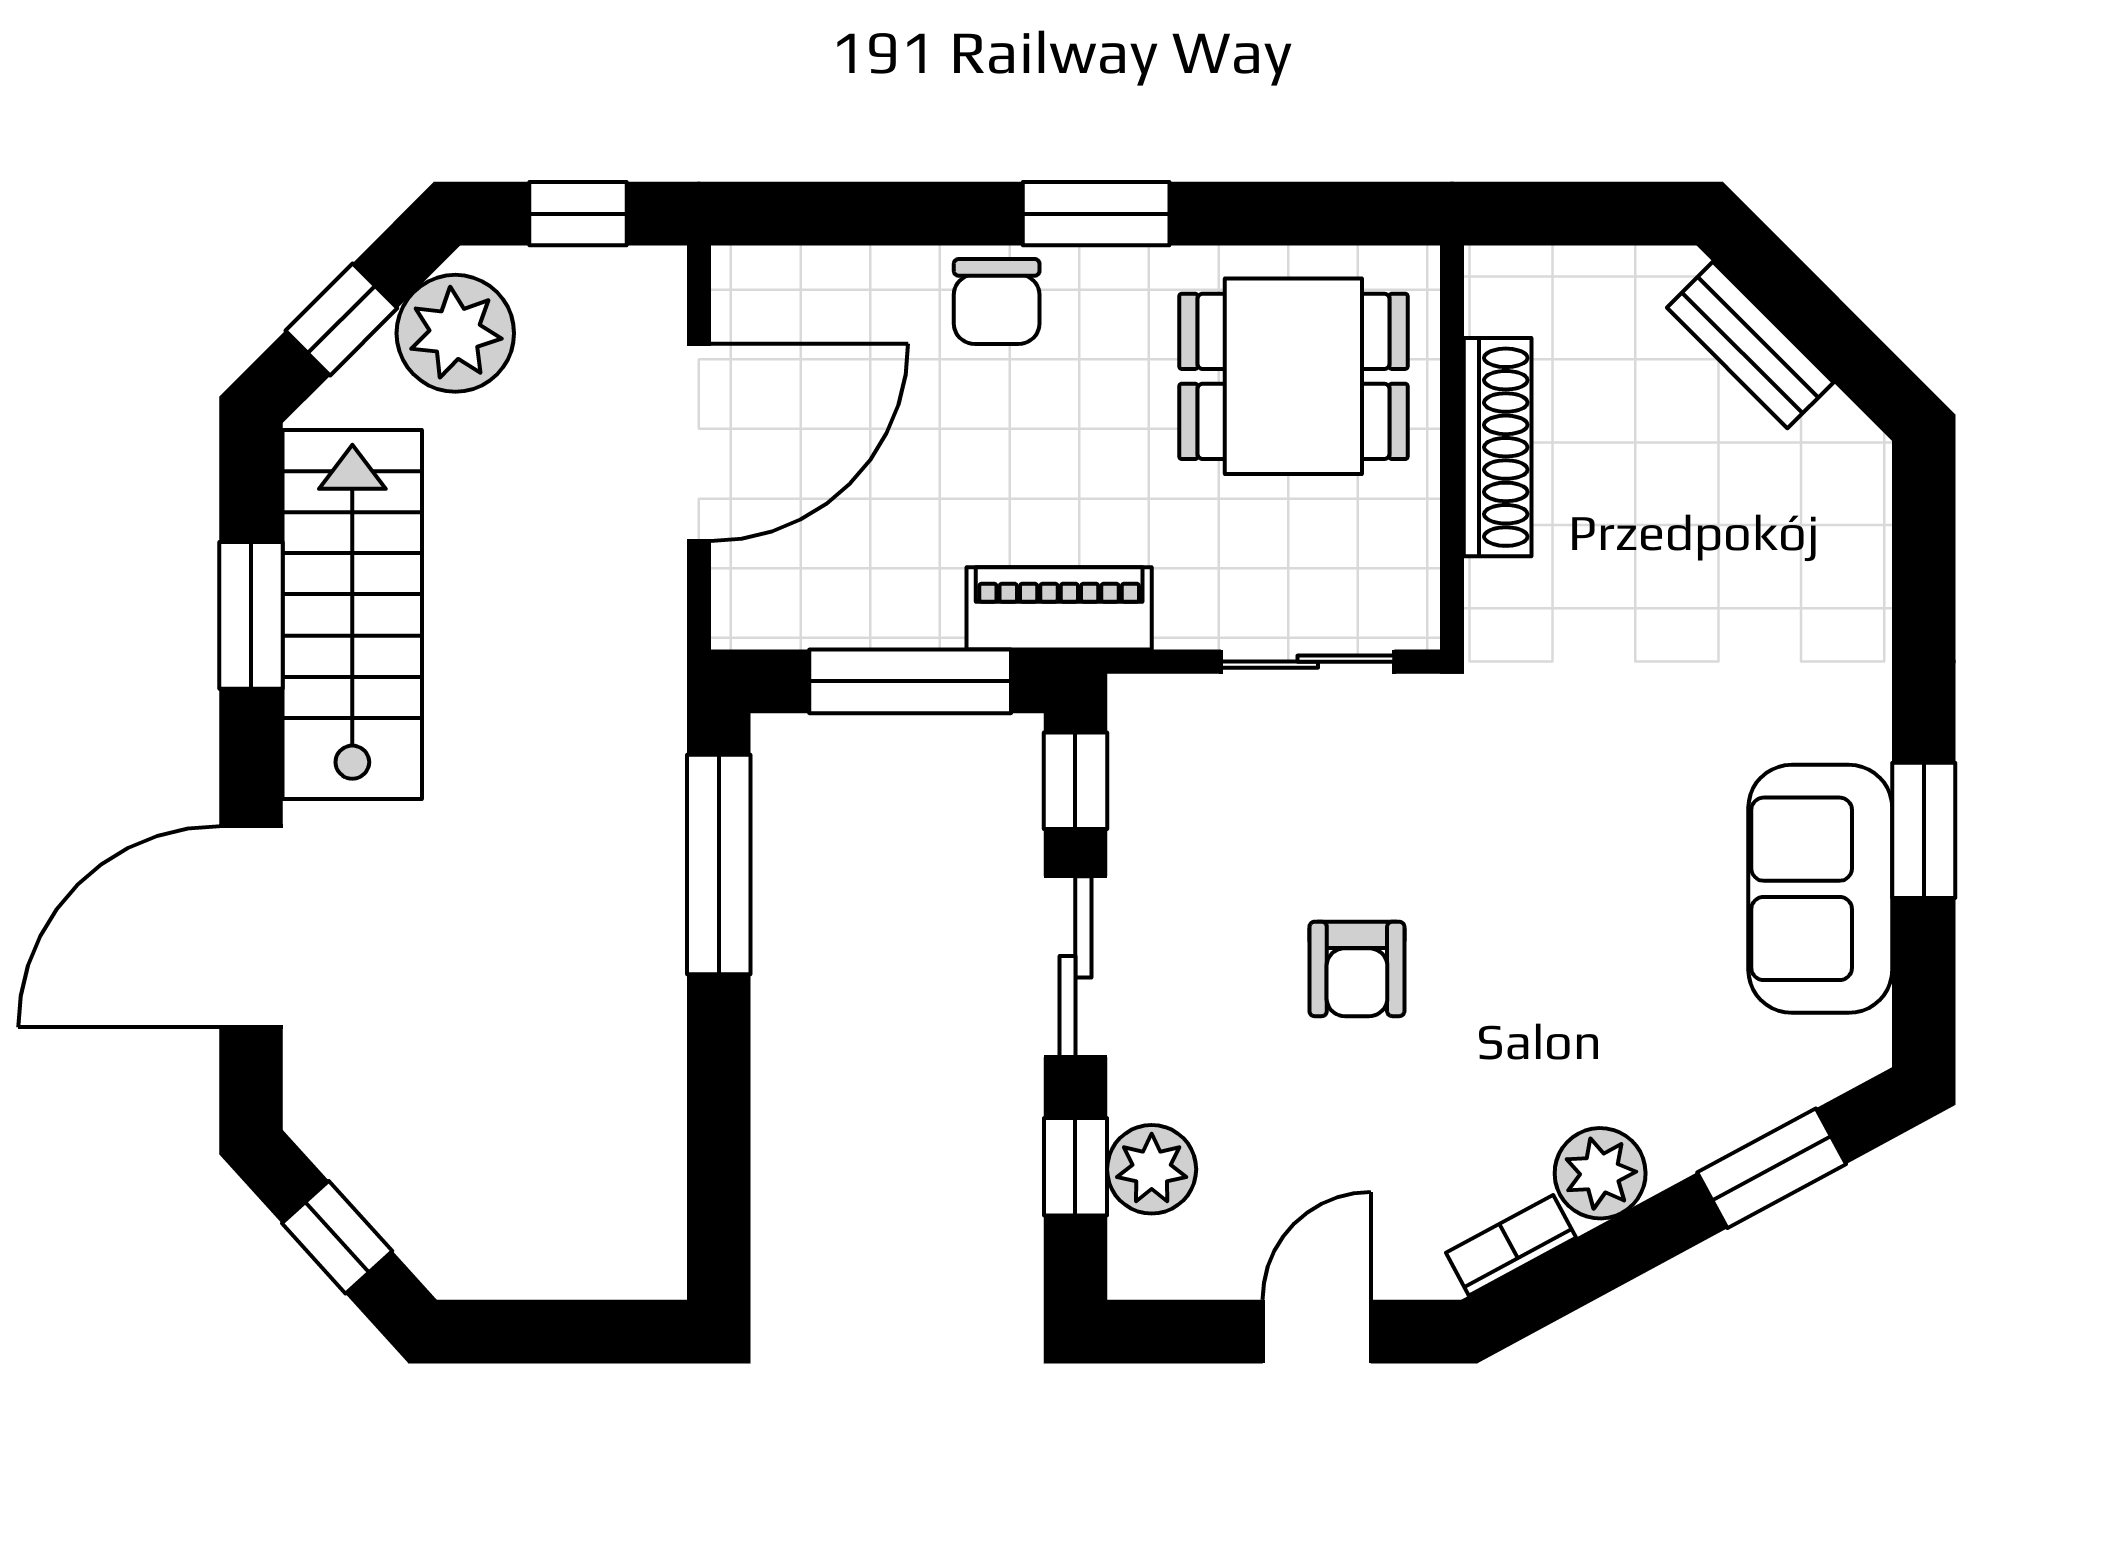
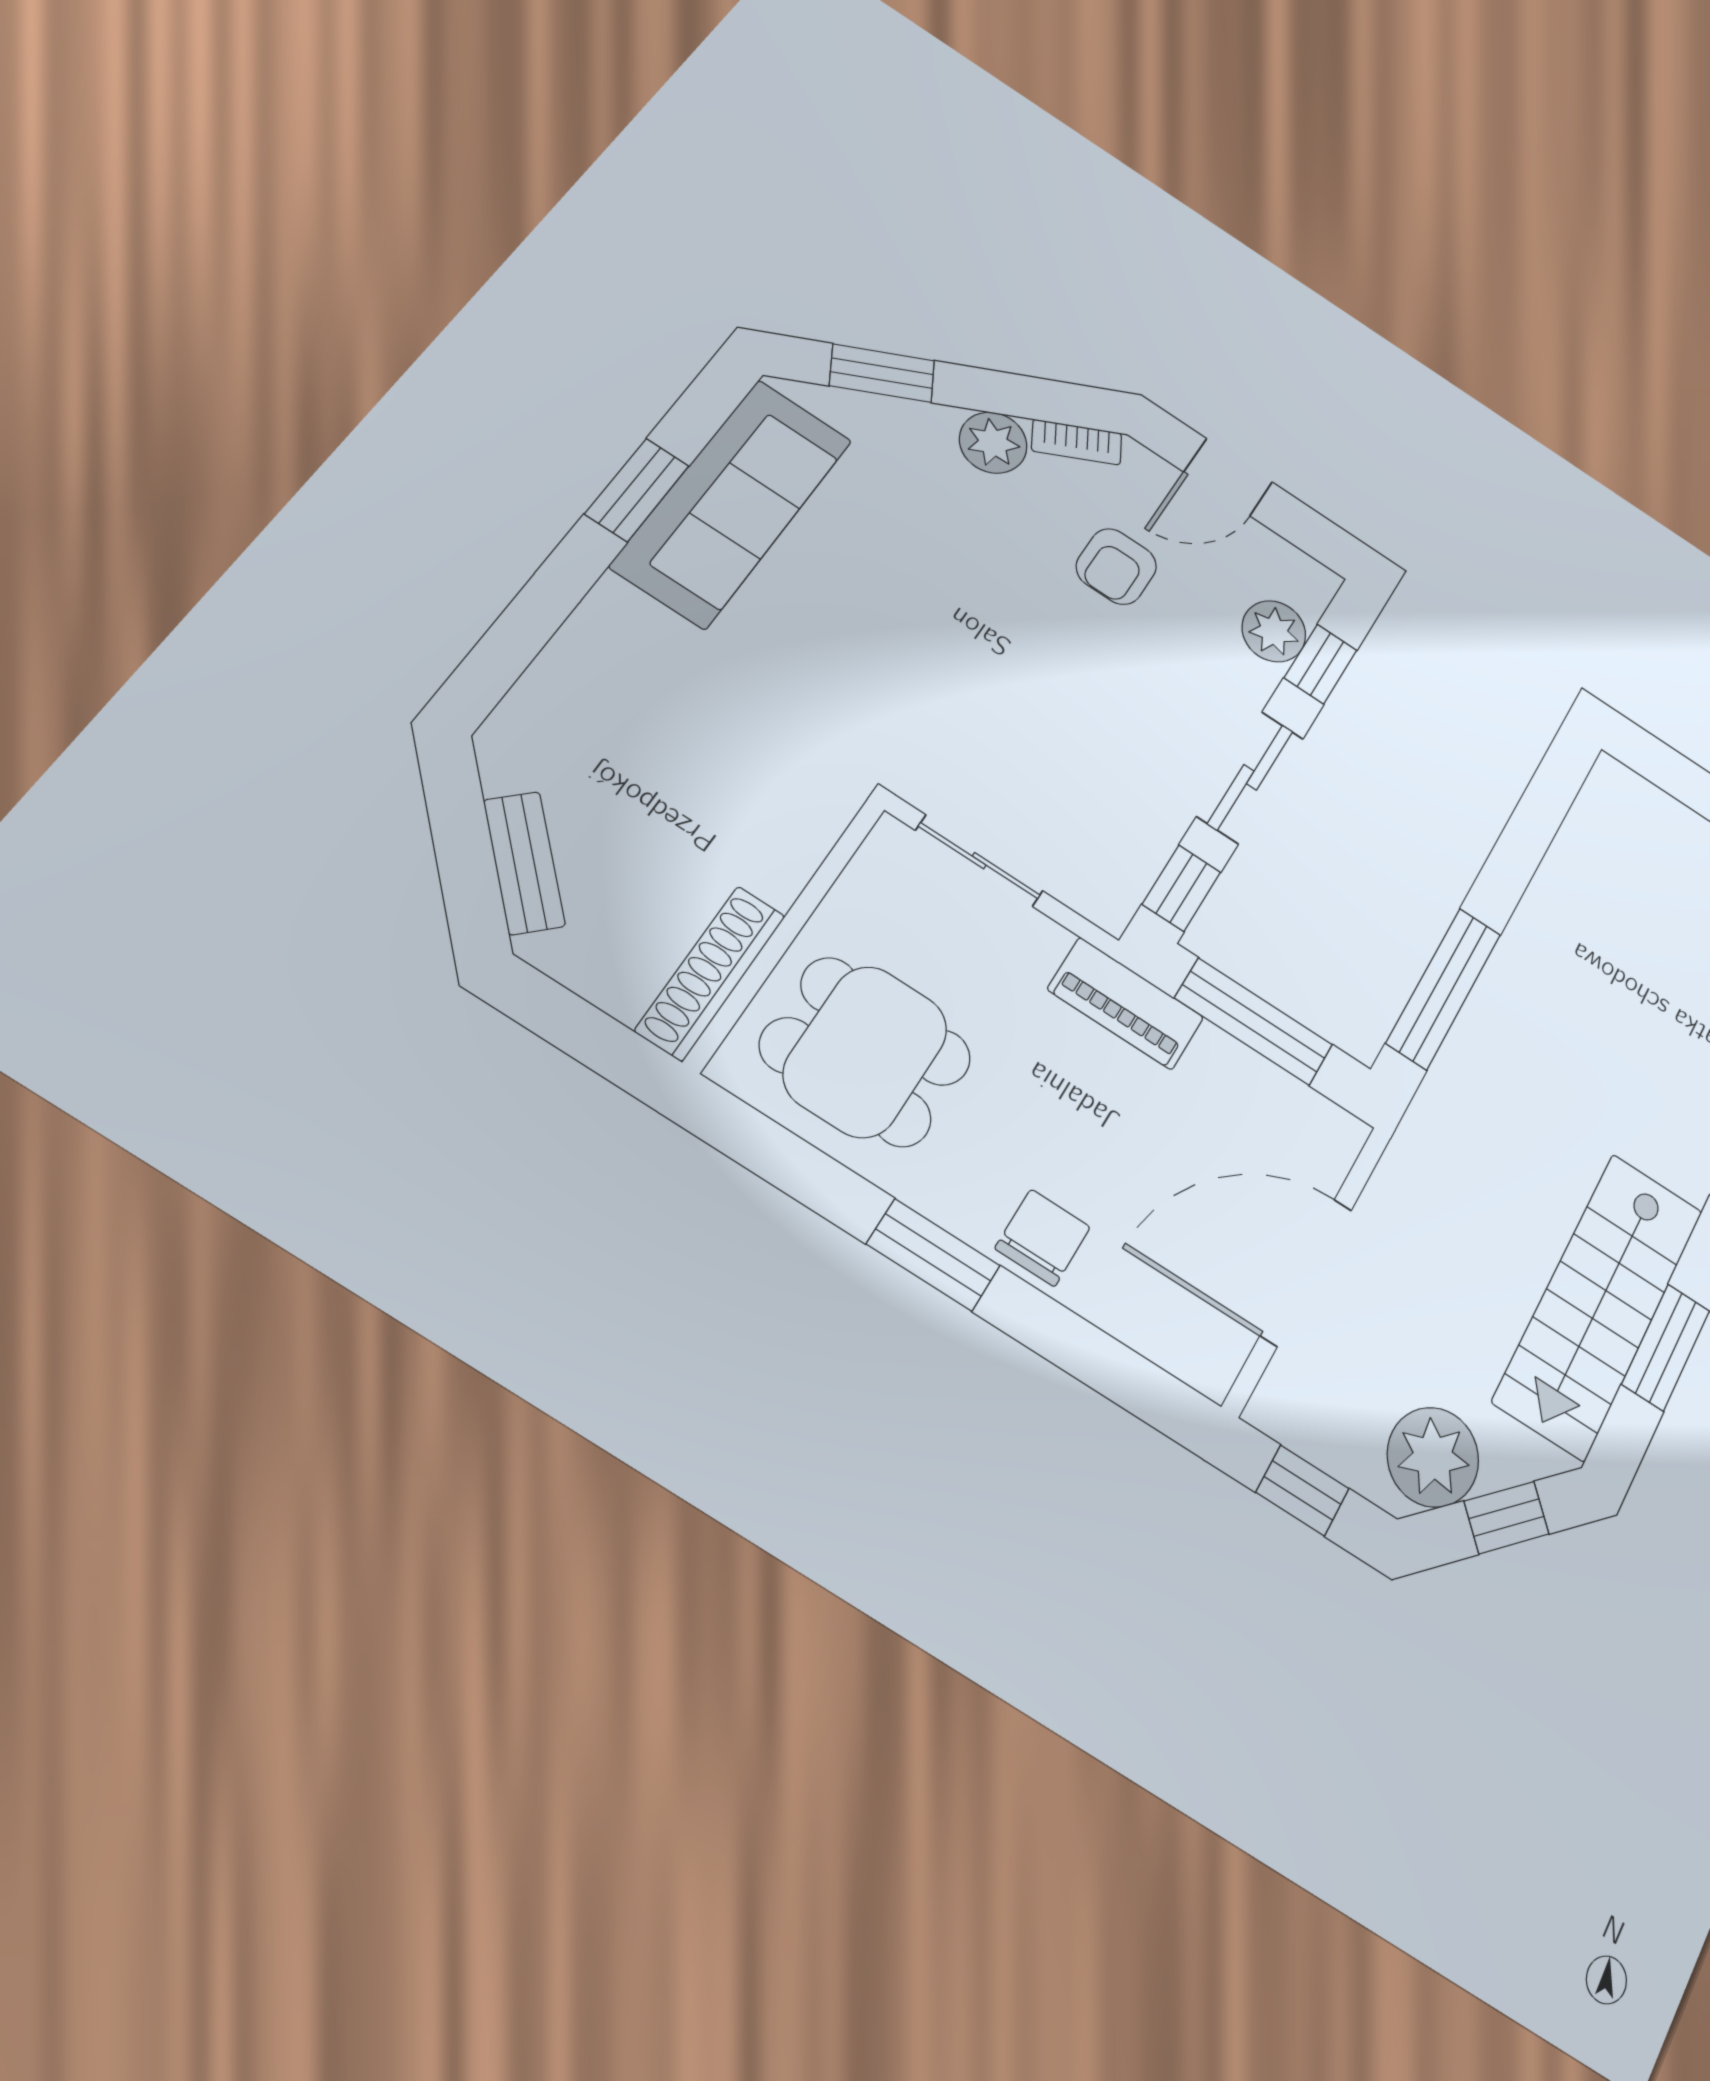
shoe rack: (1498, 447) -> (710, 973), moved
sofa: (1820, 889) -> (732, 503), width x1.36
armchair: (1357, 969) -> (1116, 567), moved, turned 180

